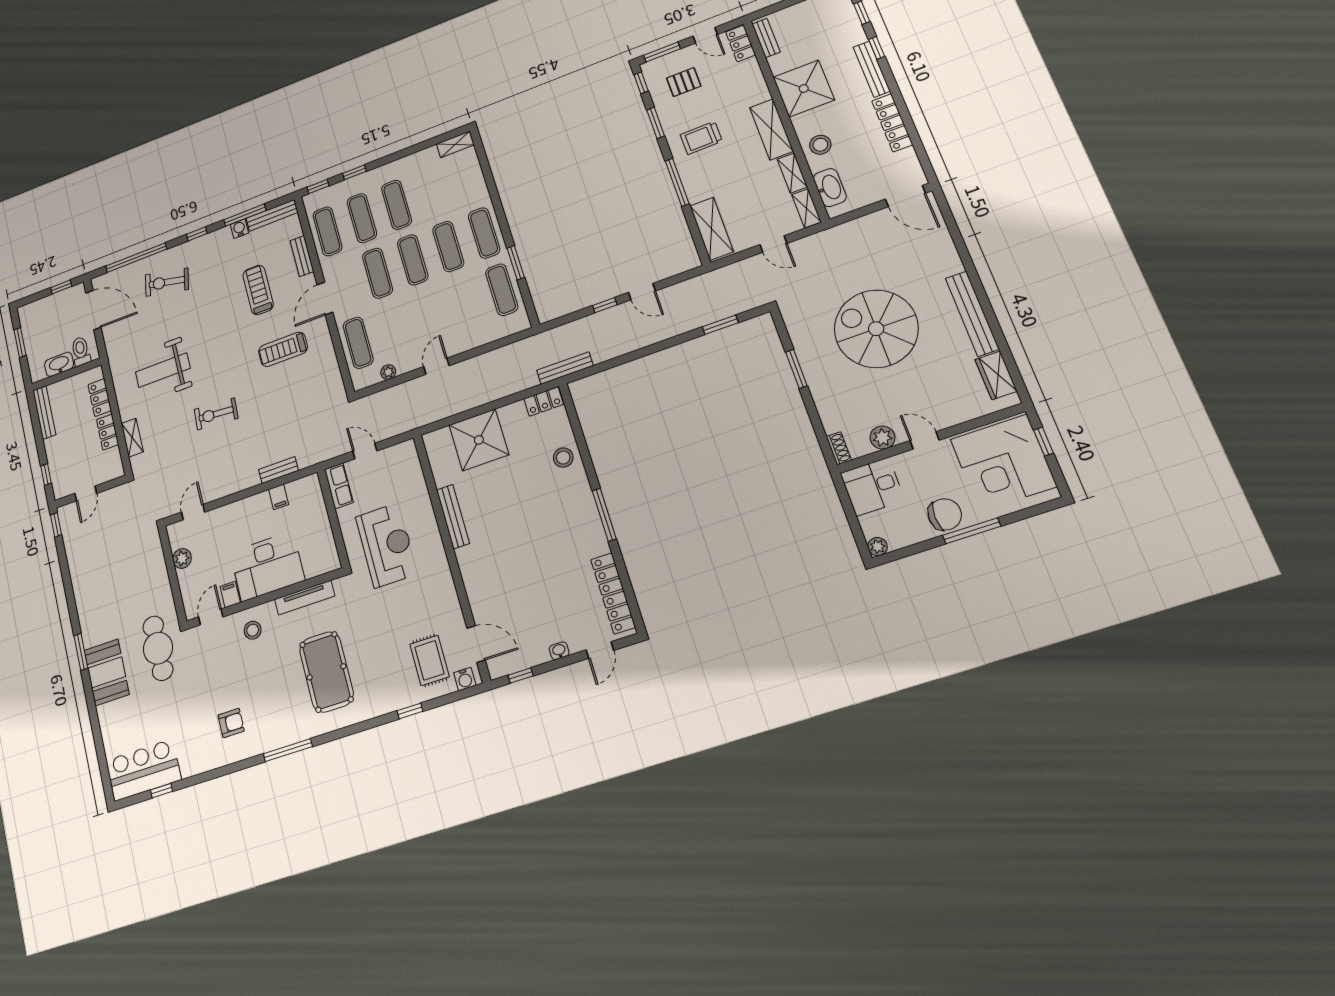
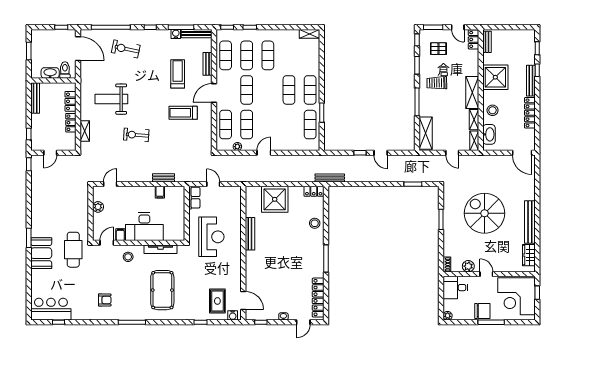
exercise mat: (413, 260) -> (247, 125), moved

